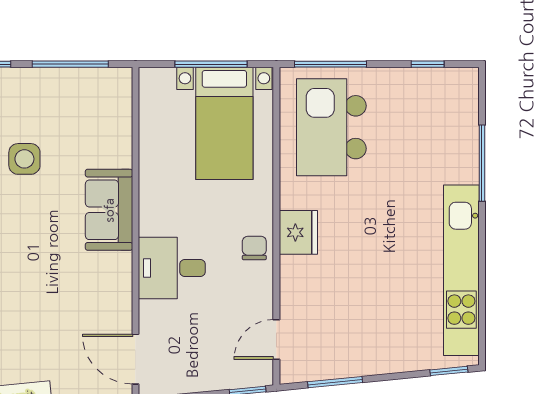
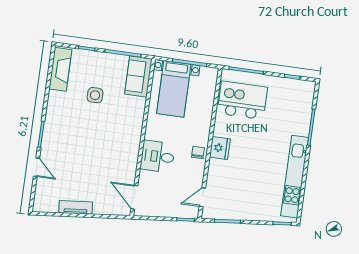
bed with nightstands: (224, 123) -> (174, 89), moved
kitchen island: (331, 127) -> (242, 100), turned 90
sofa: (109, 210) -> (138, 77), moved

